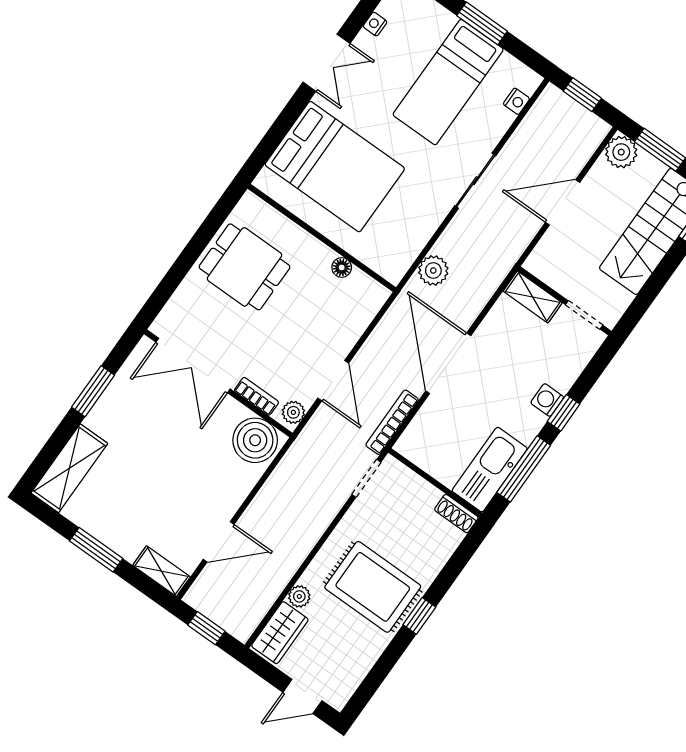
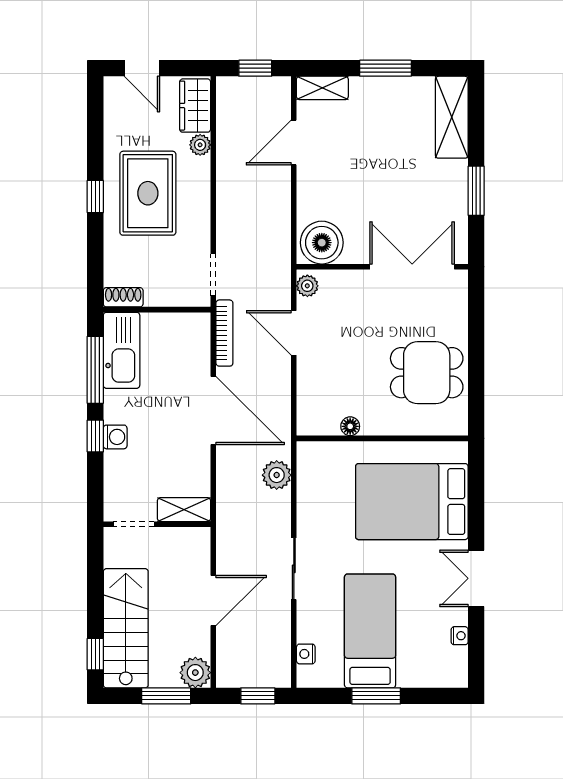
bookcase: (256, 396) -> (345, 278), removed
rug: (373, 587) -> (148, 193), turned 90
door: (302, 696) -> (142, 68), swing flipped

